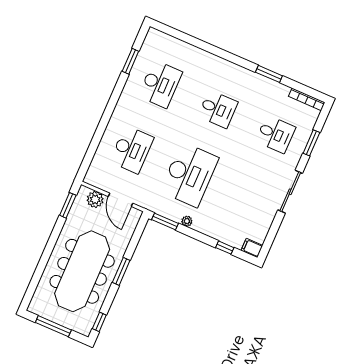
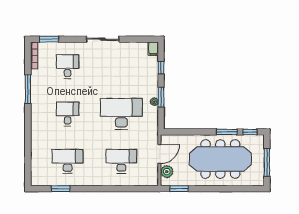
window: (269, 74) -> (28, 89), width x1.44
window: (311, 143) -> (49, 39), moved
window: (165, 222) -> (161, 97), moved
window: (121, 271) -> (227, 132), moved

